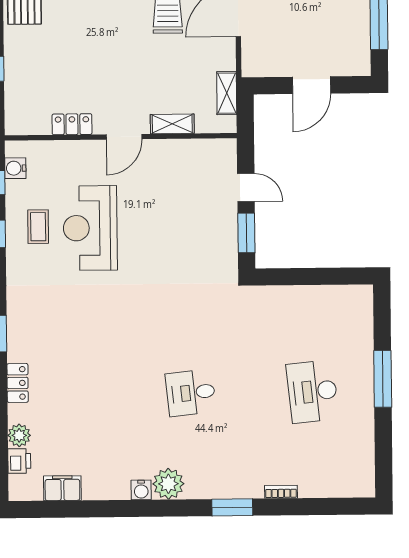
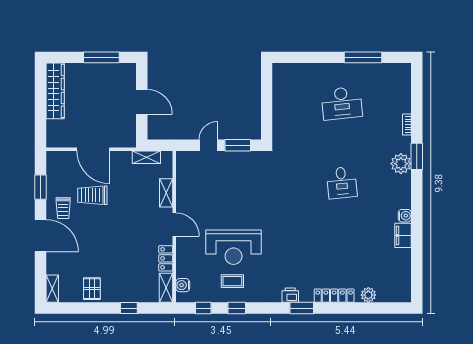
shelving: (27, 125) -> (166, 288), added
water cooler: (15, 168) -> (183, 285), moved, turned 90
window: (383, 379) -> (363, 57), moved
locker: (18, 383) -> (334, 296), width x1.53
printer: (19, 461) -> (290, 295), moved
plant: (168, 484) -> (401, 164), moved
filing cabinet: (62, 488) -> (403, 235), moved

